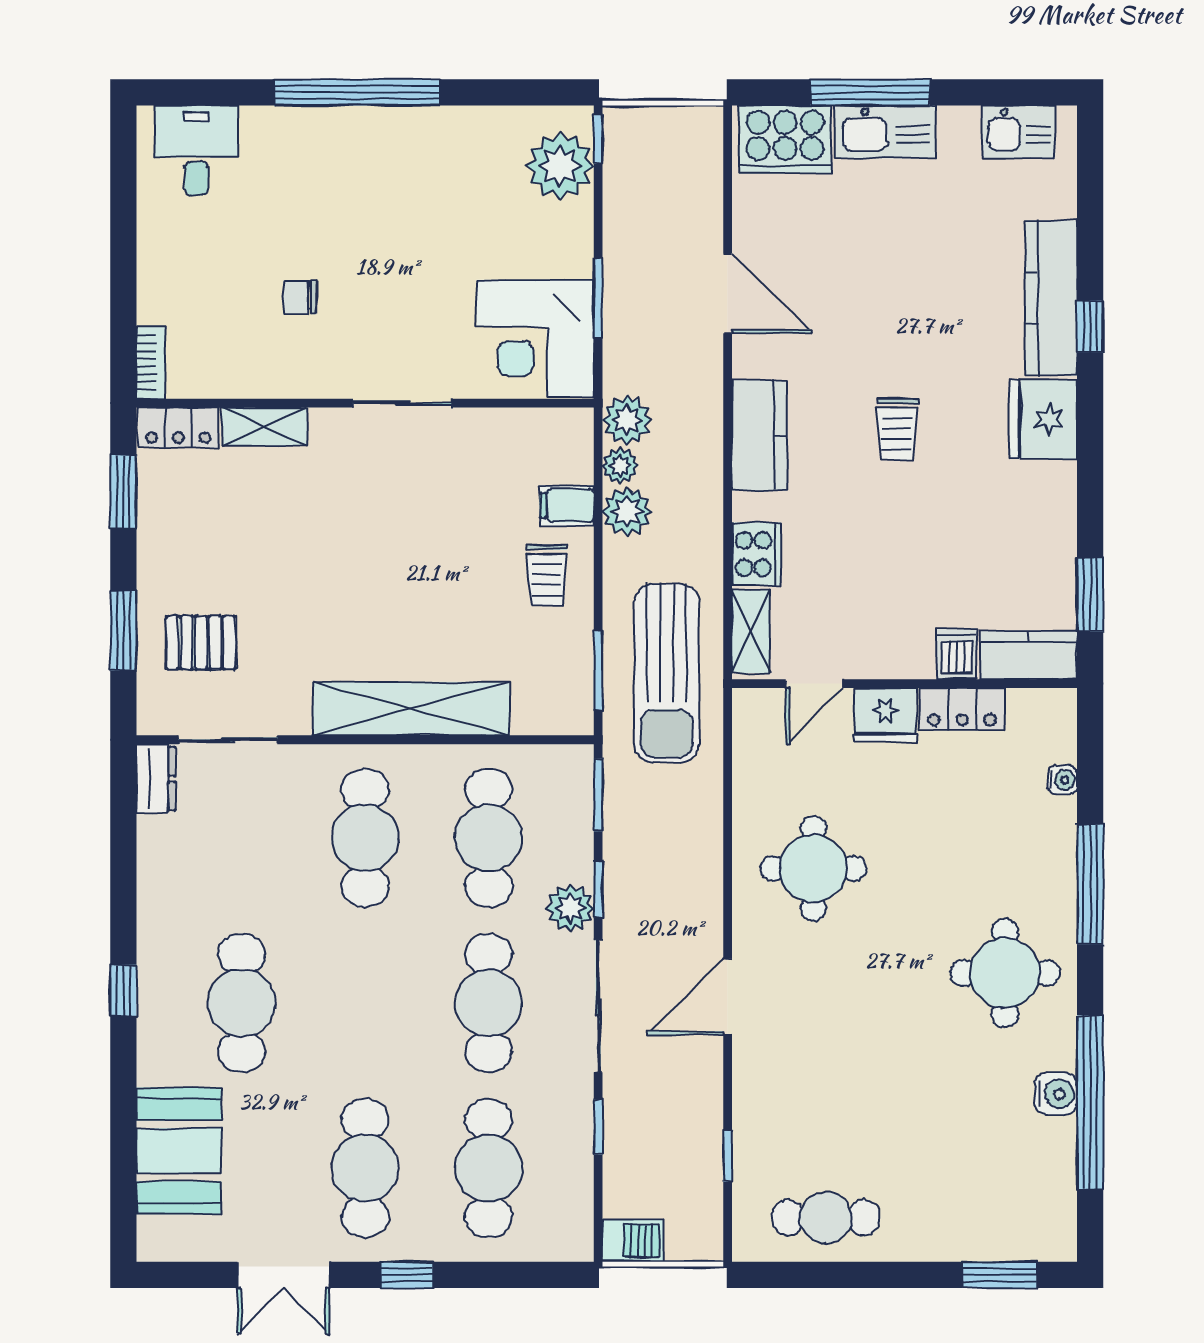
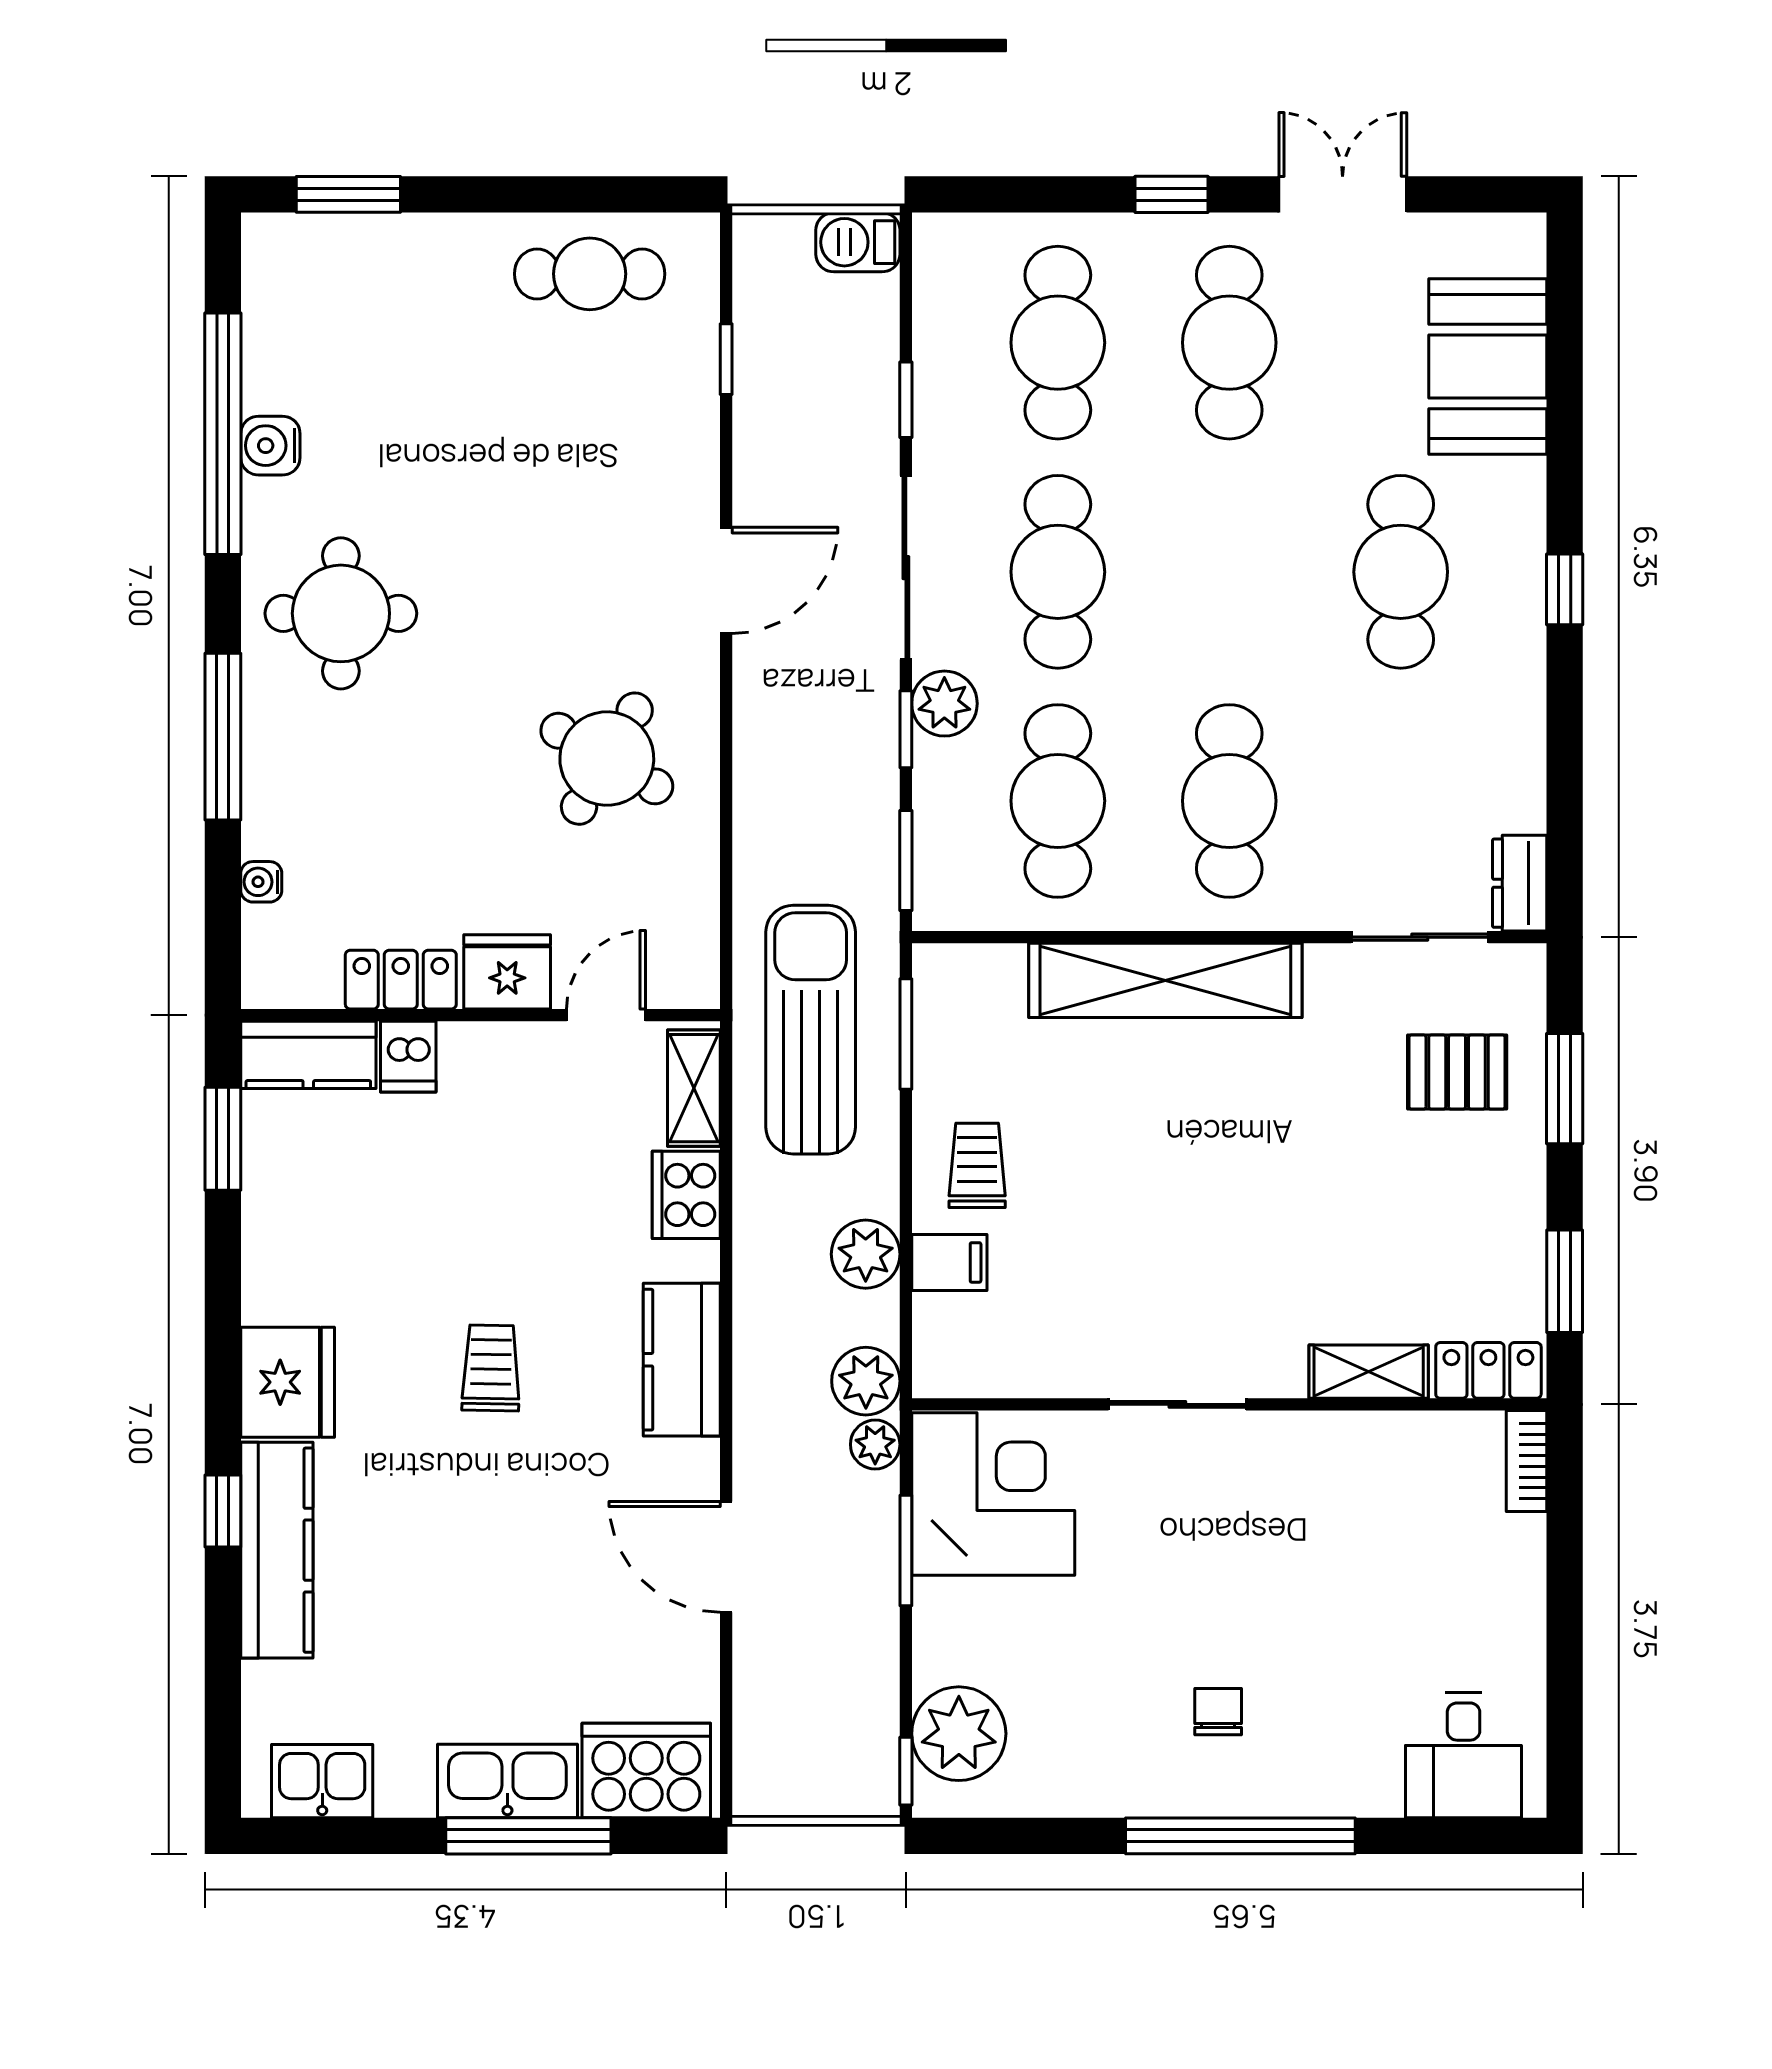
chair: (300, 297) -> (1218, 1712), moved, turned -90
plant: (620, 466) -> (875, 1444), moved
round table: (814, 868) -> (607, 759), turned 30

